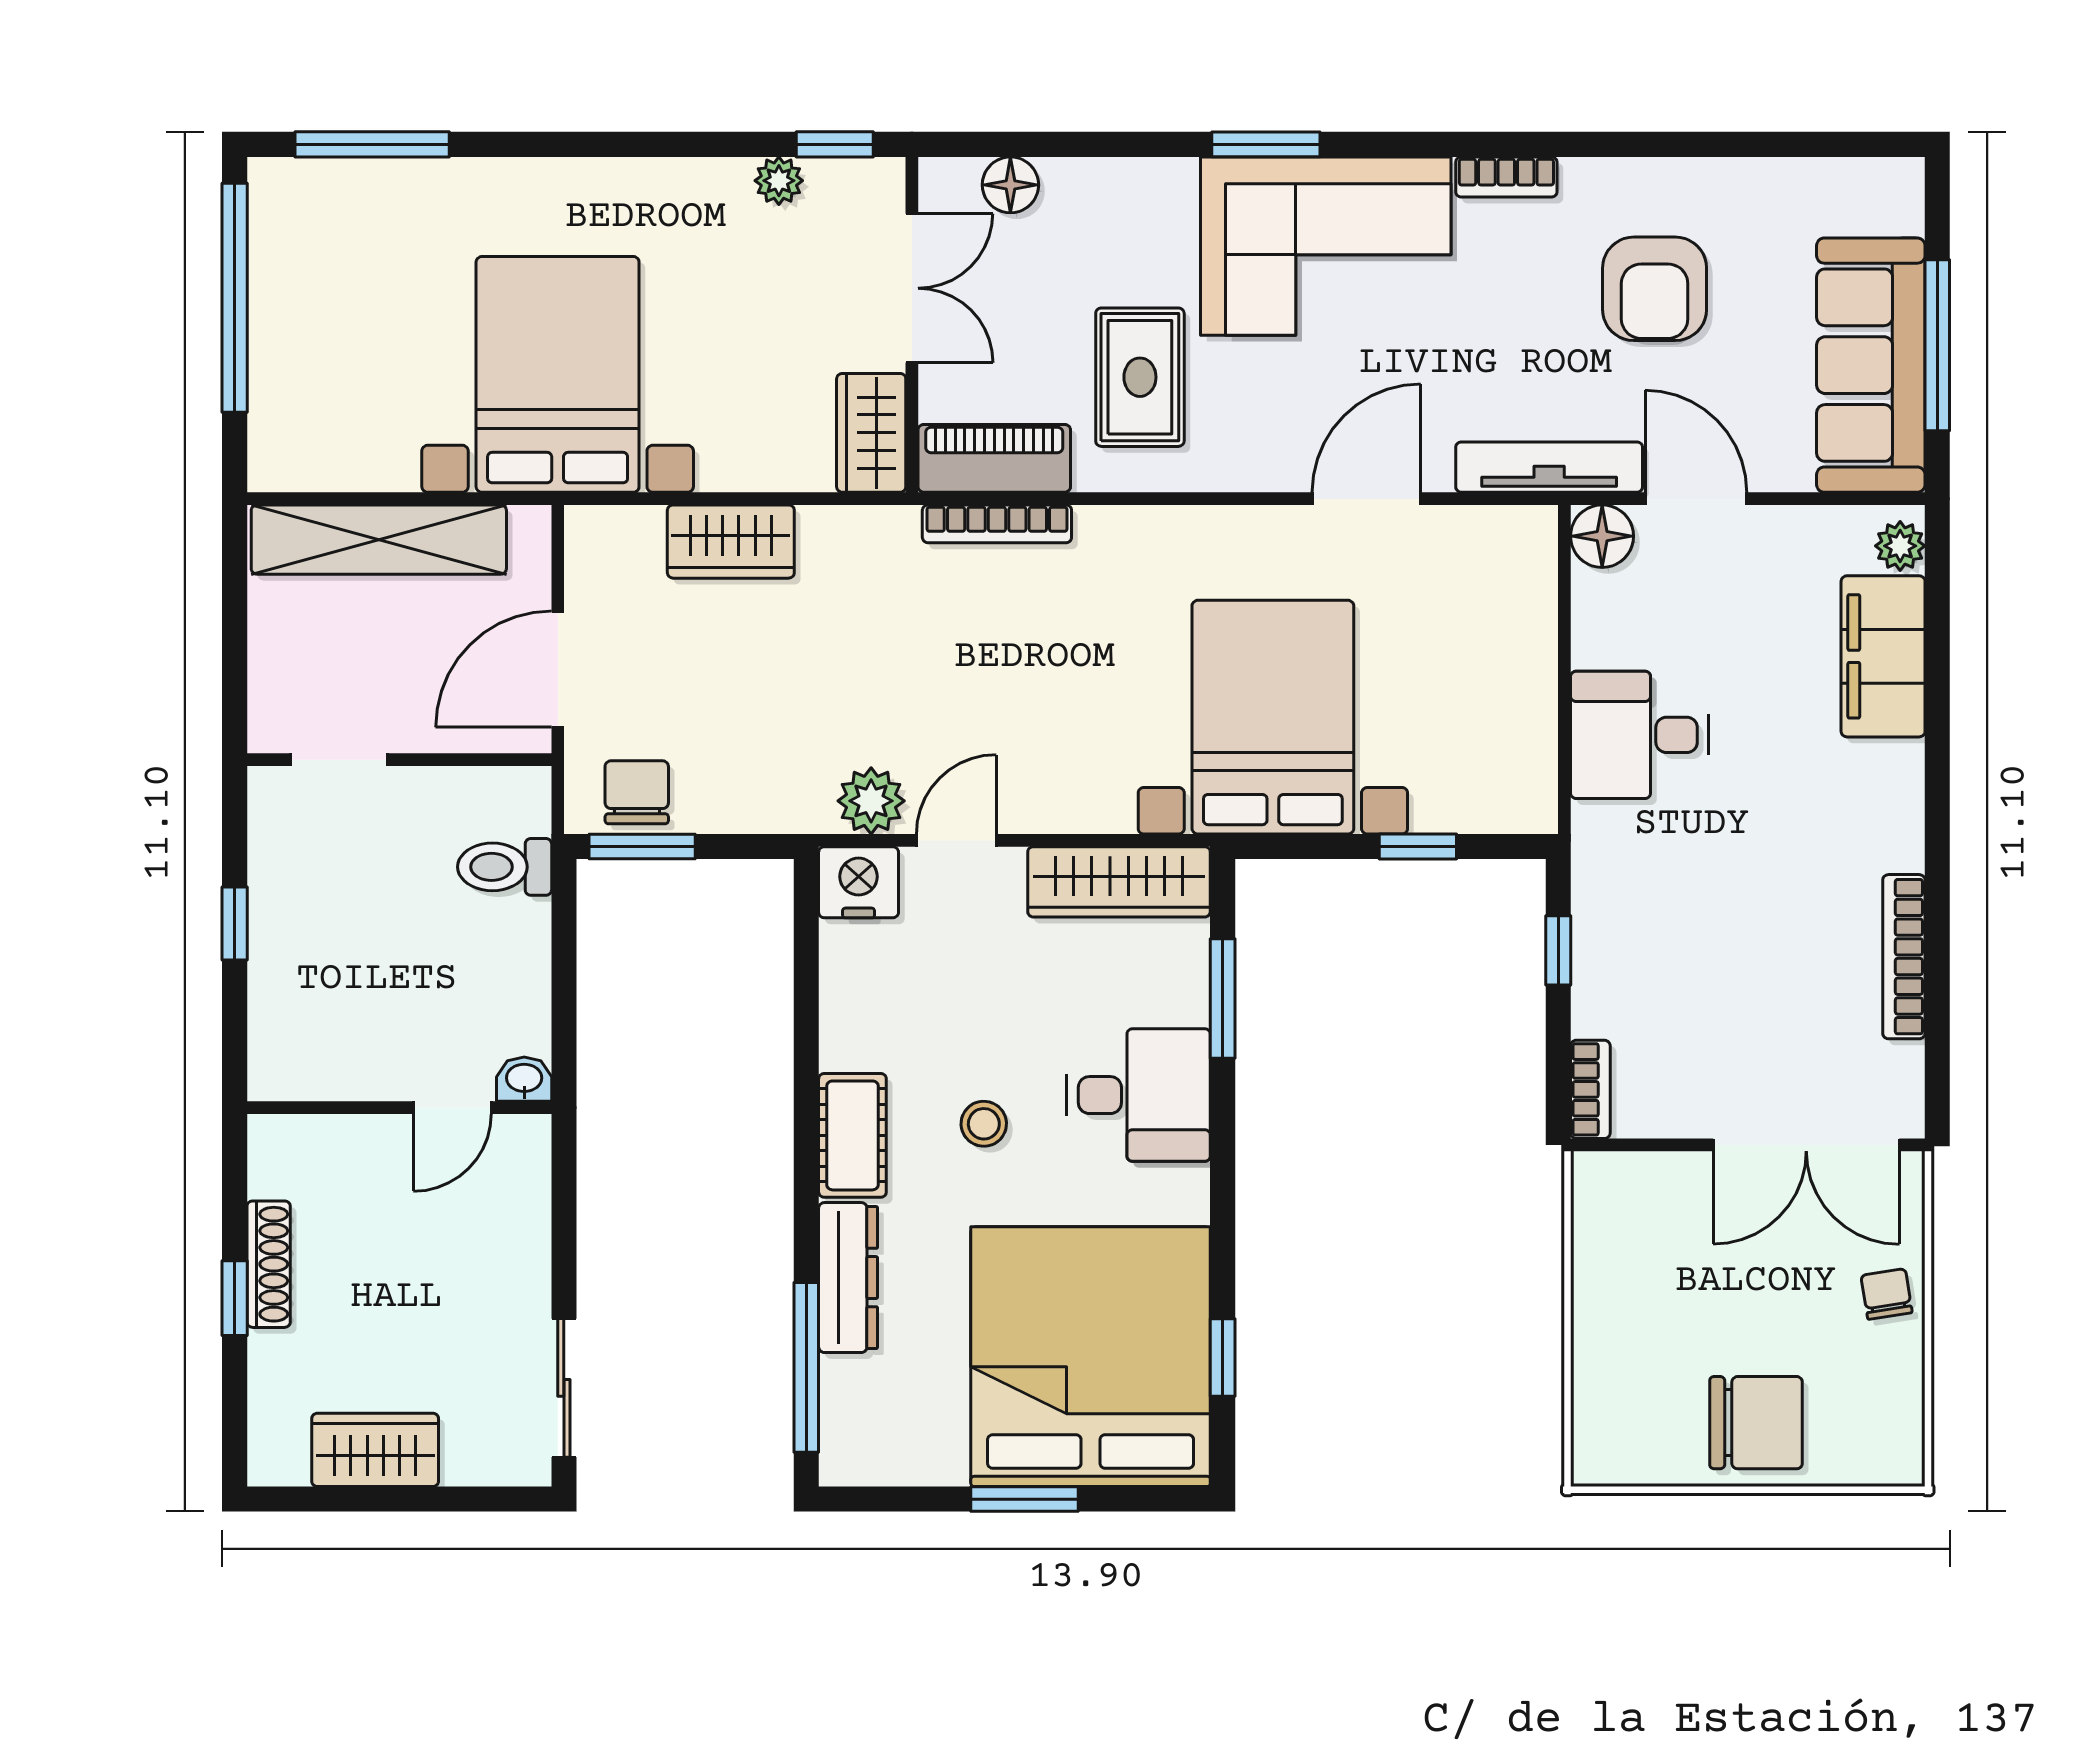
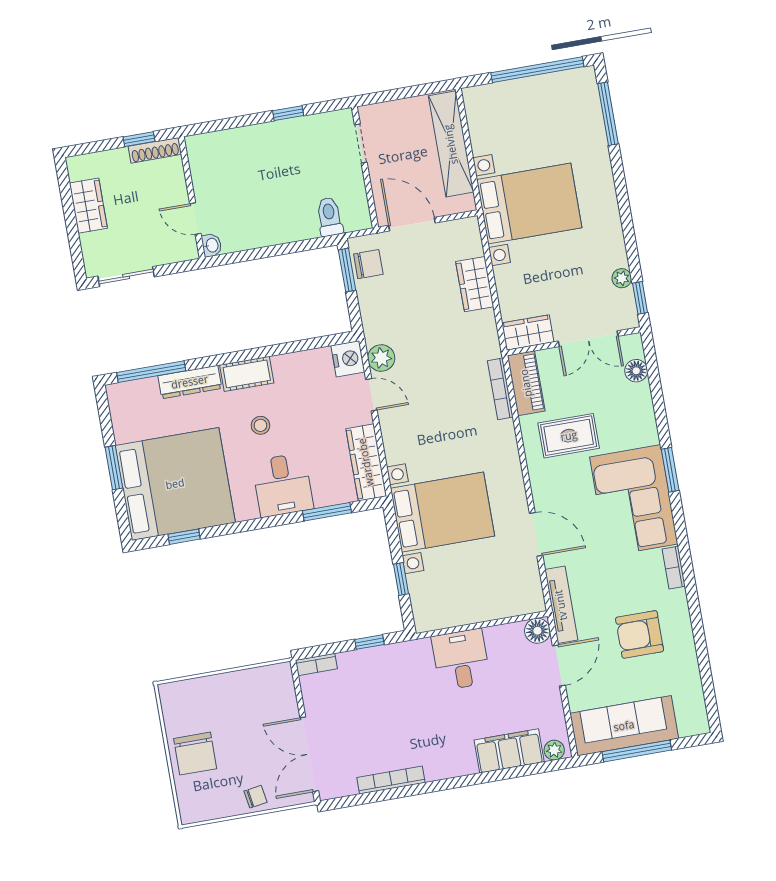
washbasin: (524, 1079) -> (212, 245), moved
wall: (399, 1108) -> (192, 198), moved
door: (452, 1108) -> (195, 219), moved

